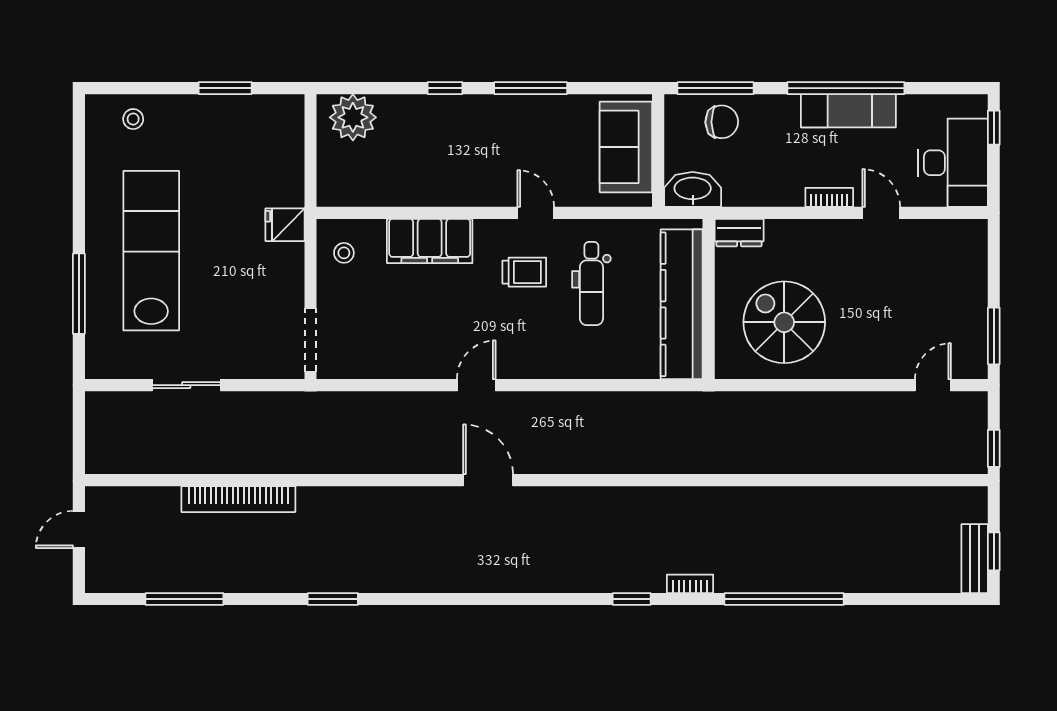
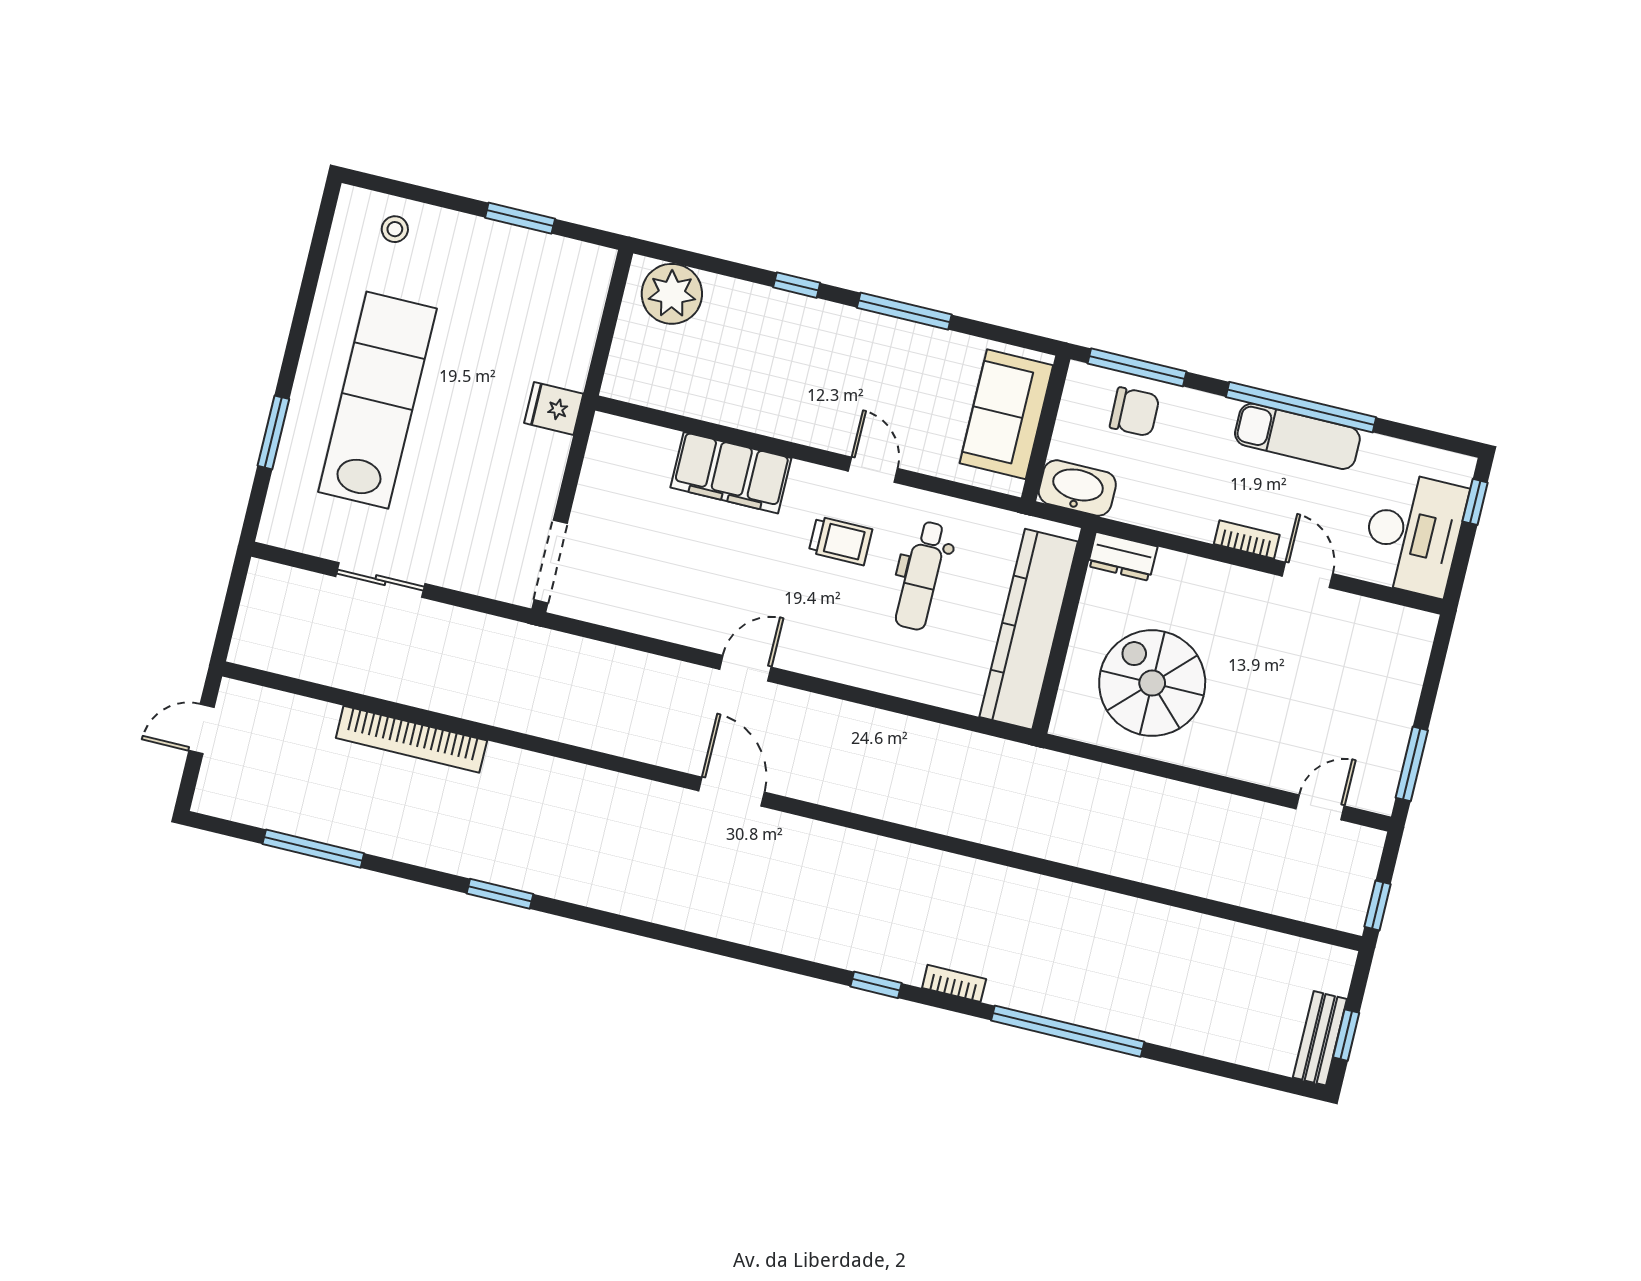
stool: (344, 253) -> (619, 462), removed
window: (79, 294) -> (273, 432), width x0.69

